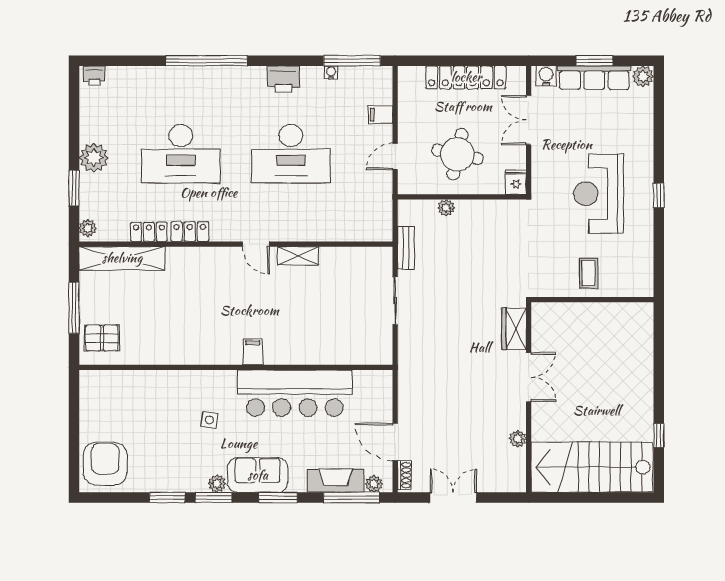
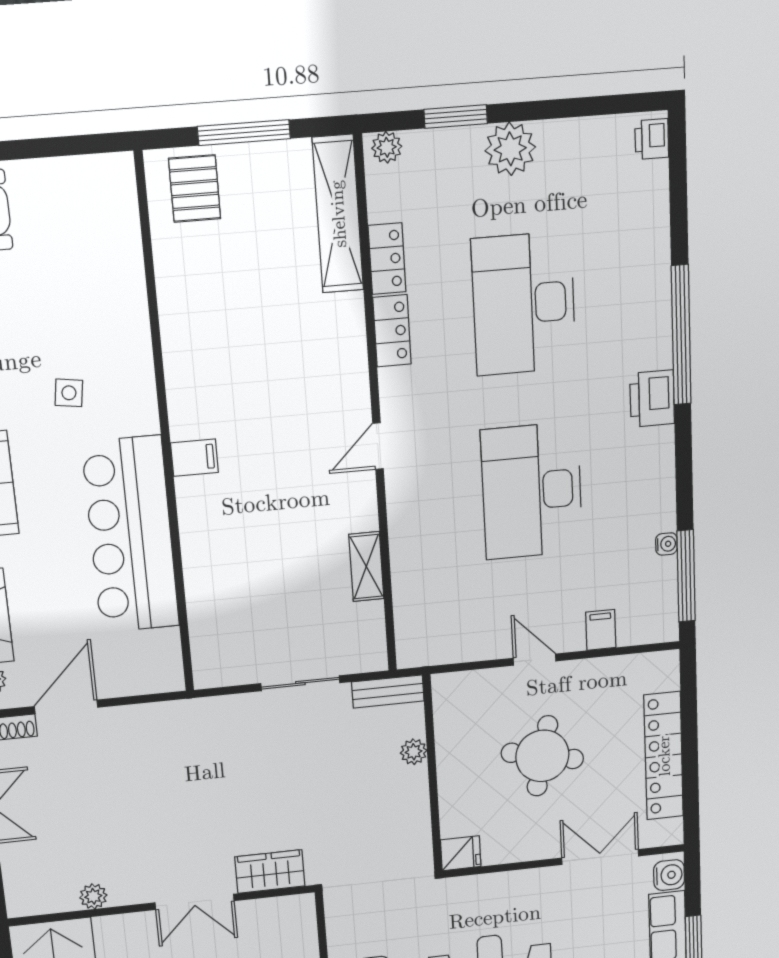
printer: (283, 79) -> (652, 399), moved
fridge: (516, 182) -> (461, 853), moved
wall: (462, 197) -> (432, 774), moved
plant: (446, 208) -> (414, 752), moved
shelving: (298, 256) -> (366, 567), moved

